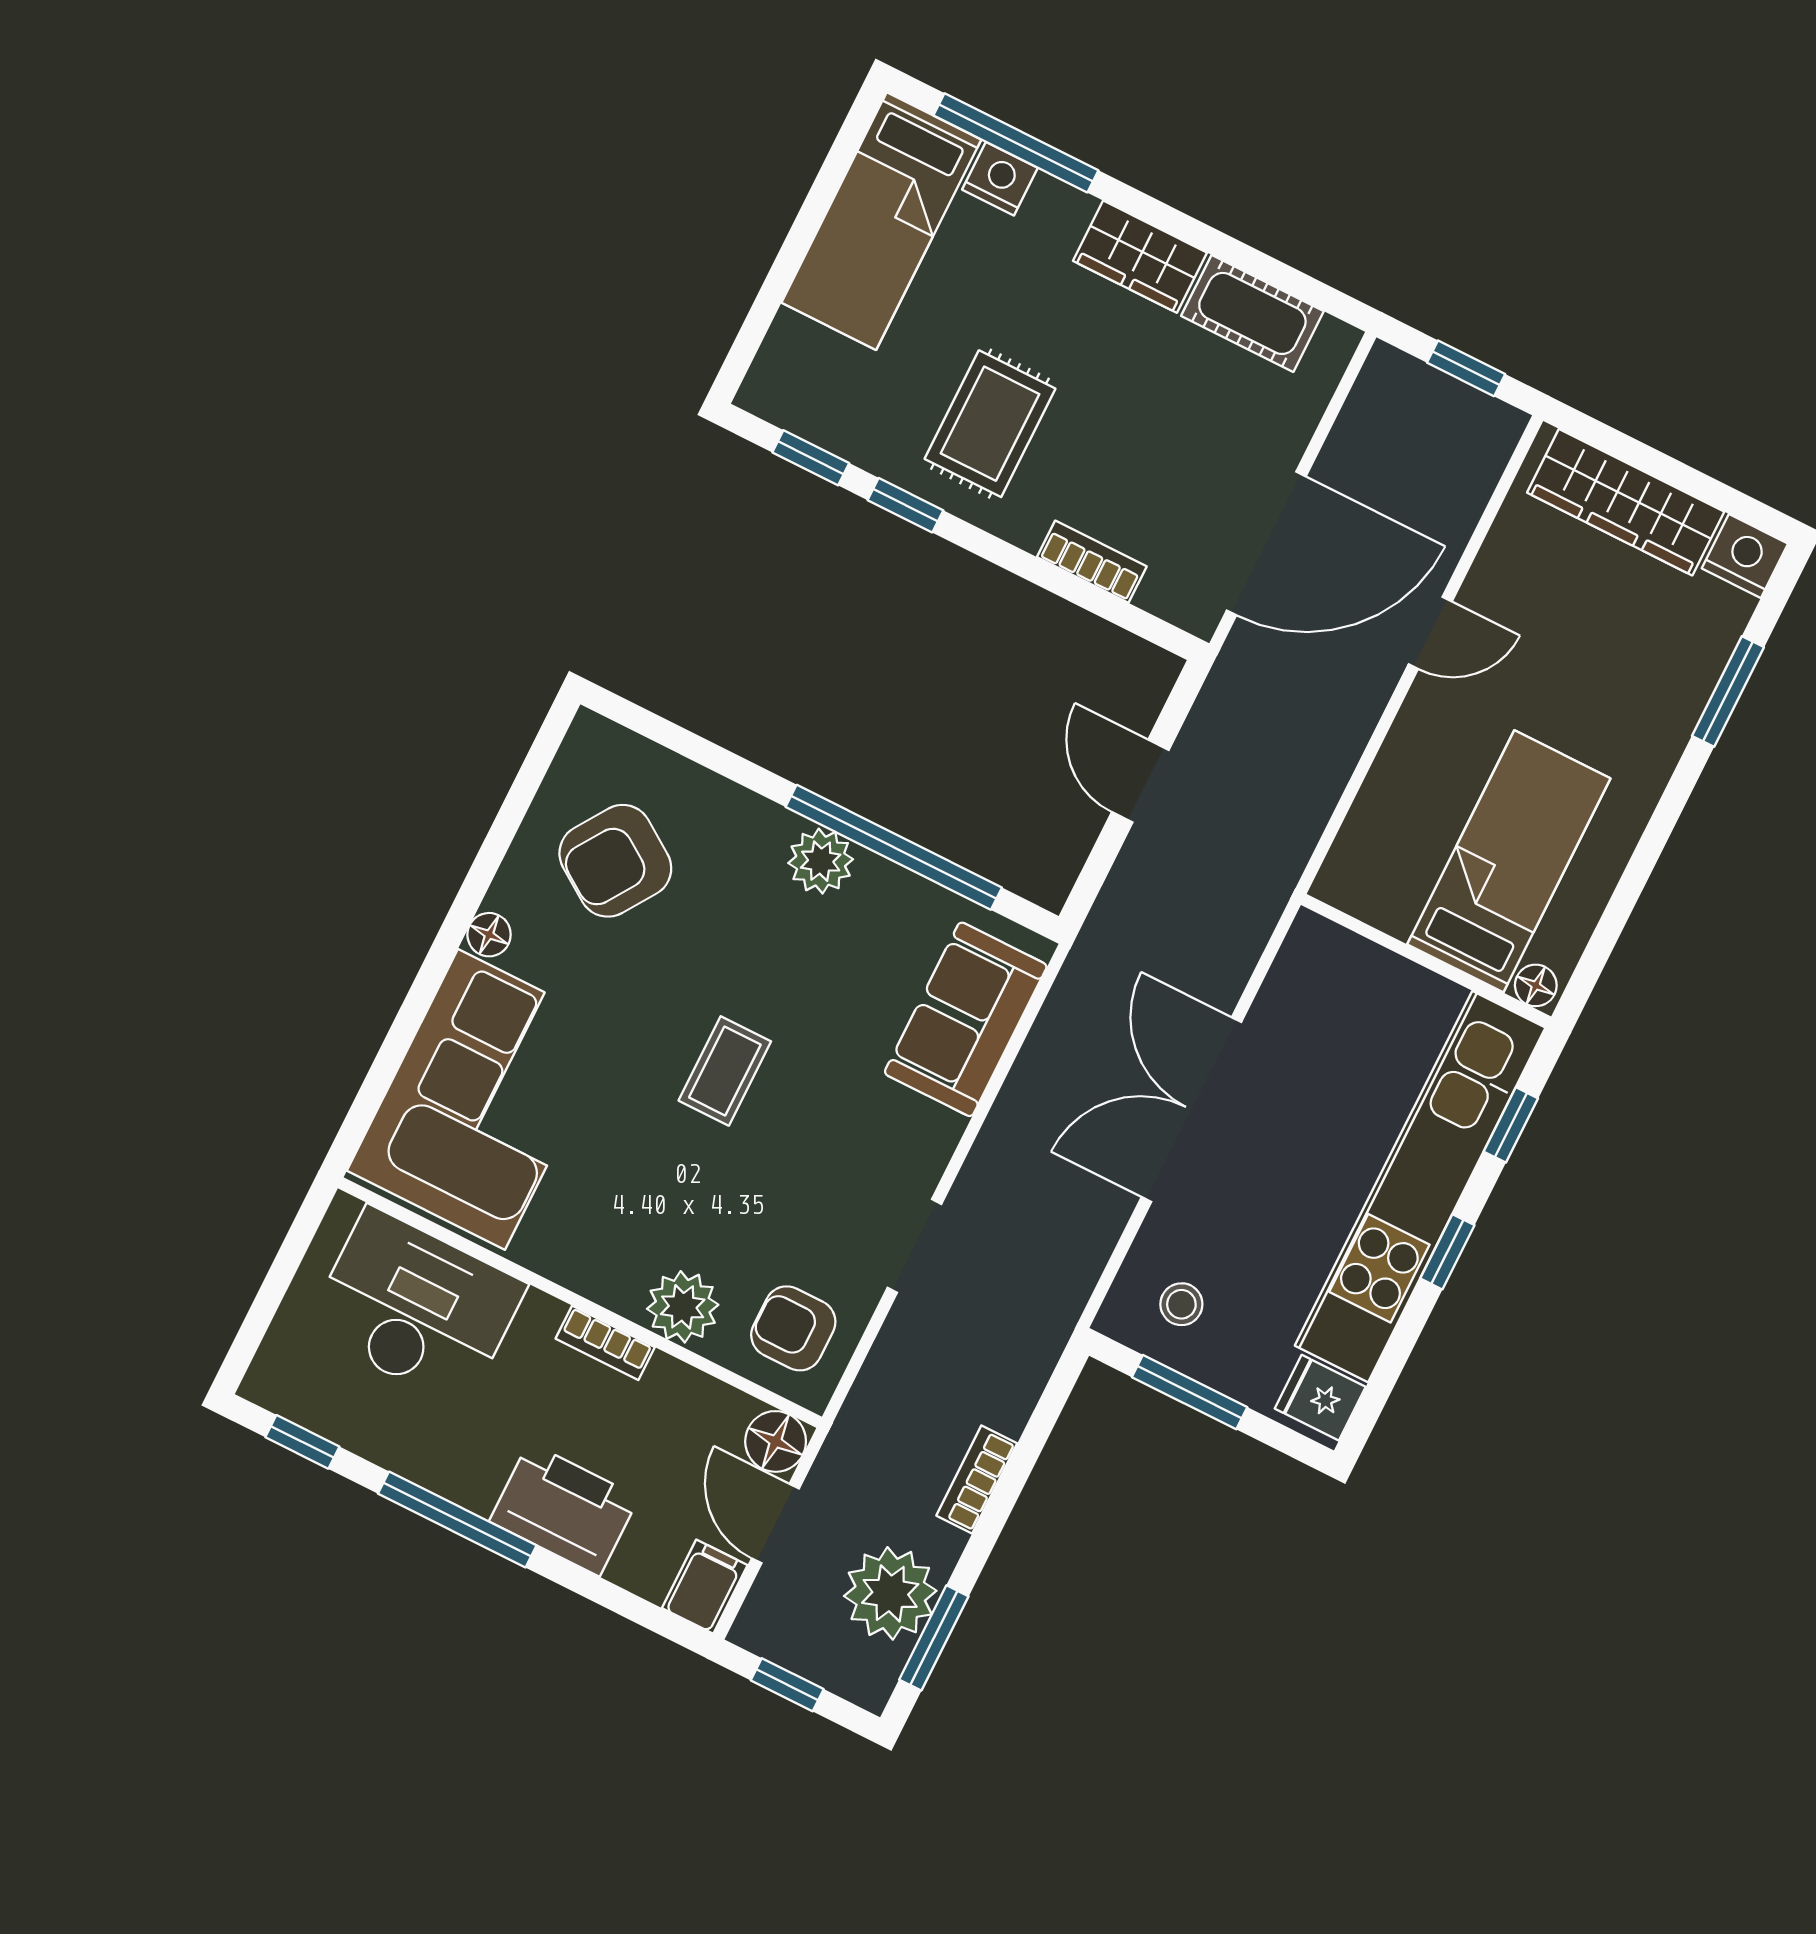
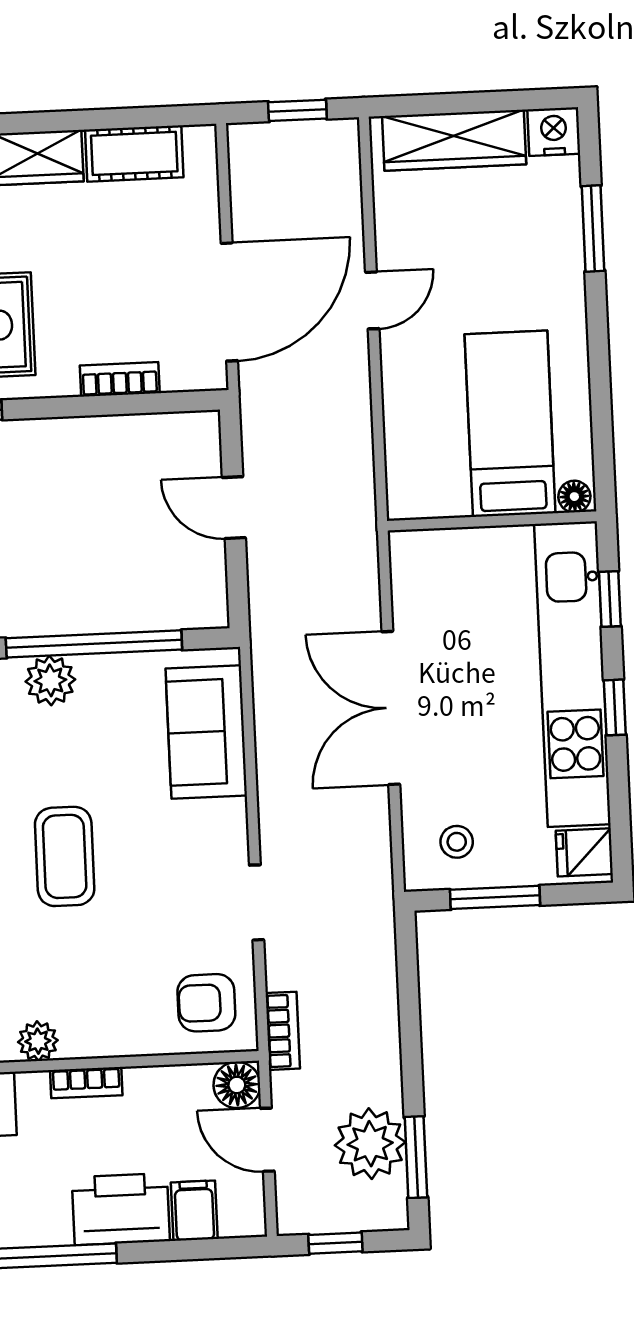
coffee table: (725, 1071) -> (65, 856), width x1.36, depth x1.30
plant: (683, 1307) -> (38, 1041), moved, width x0.73, depth x0.73
bookcase: (977, 1479) -> (283, 1031), moved, turned 180
filing cabinet: (705, 1587) -> (194, 1211), moved

